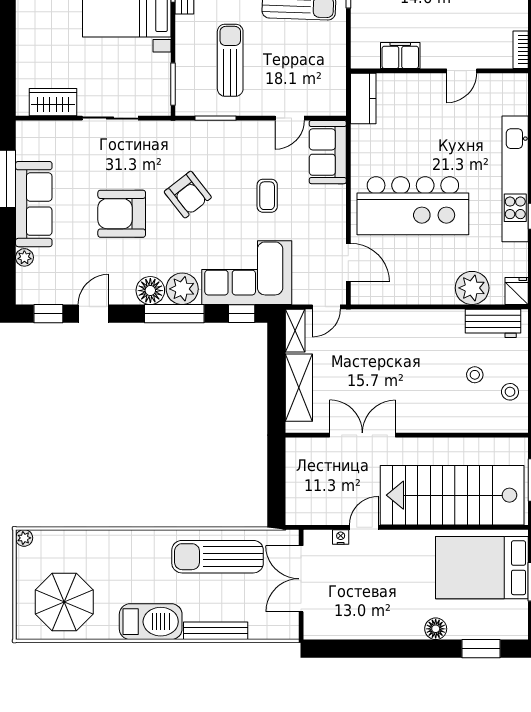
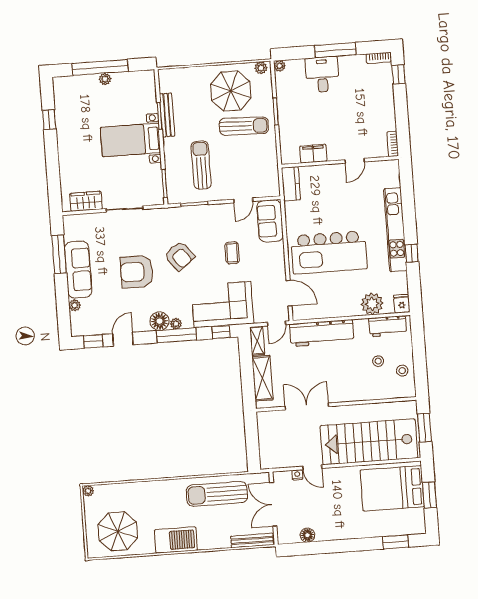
plant: (182, 289) -> (176, 324), width x0.53, depth x0.53
workbench: (393, 326) -> (322, 333), added
door: (364, 527) -> (312, 467), swing flipped
floor lamp: (436, 629) -> (307, 535), moved
bench: (216, 631) -> (252, 540), moved

